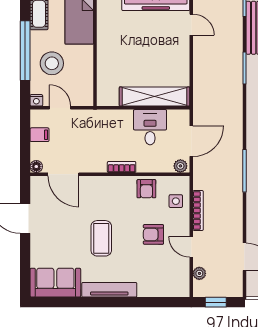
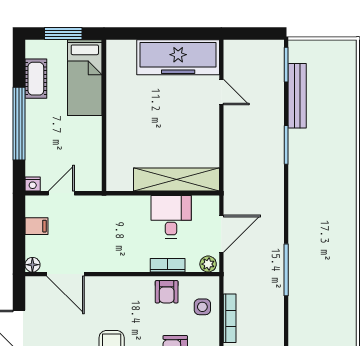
stool: (52, 63) -> (51, 139), removed
door: (60, 108) -> (61, 193), hinge flipped
bookcase: (122, 167) -> (168, 265), moved

